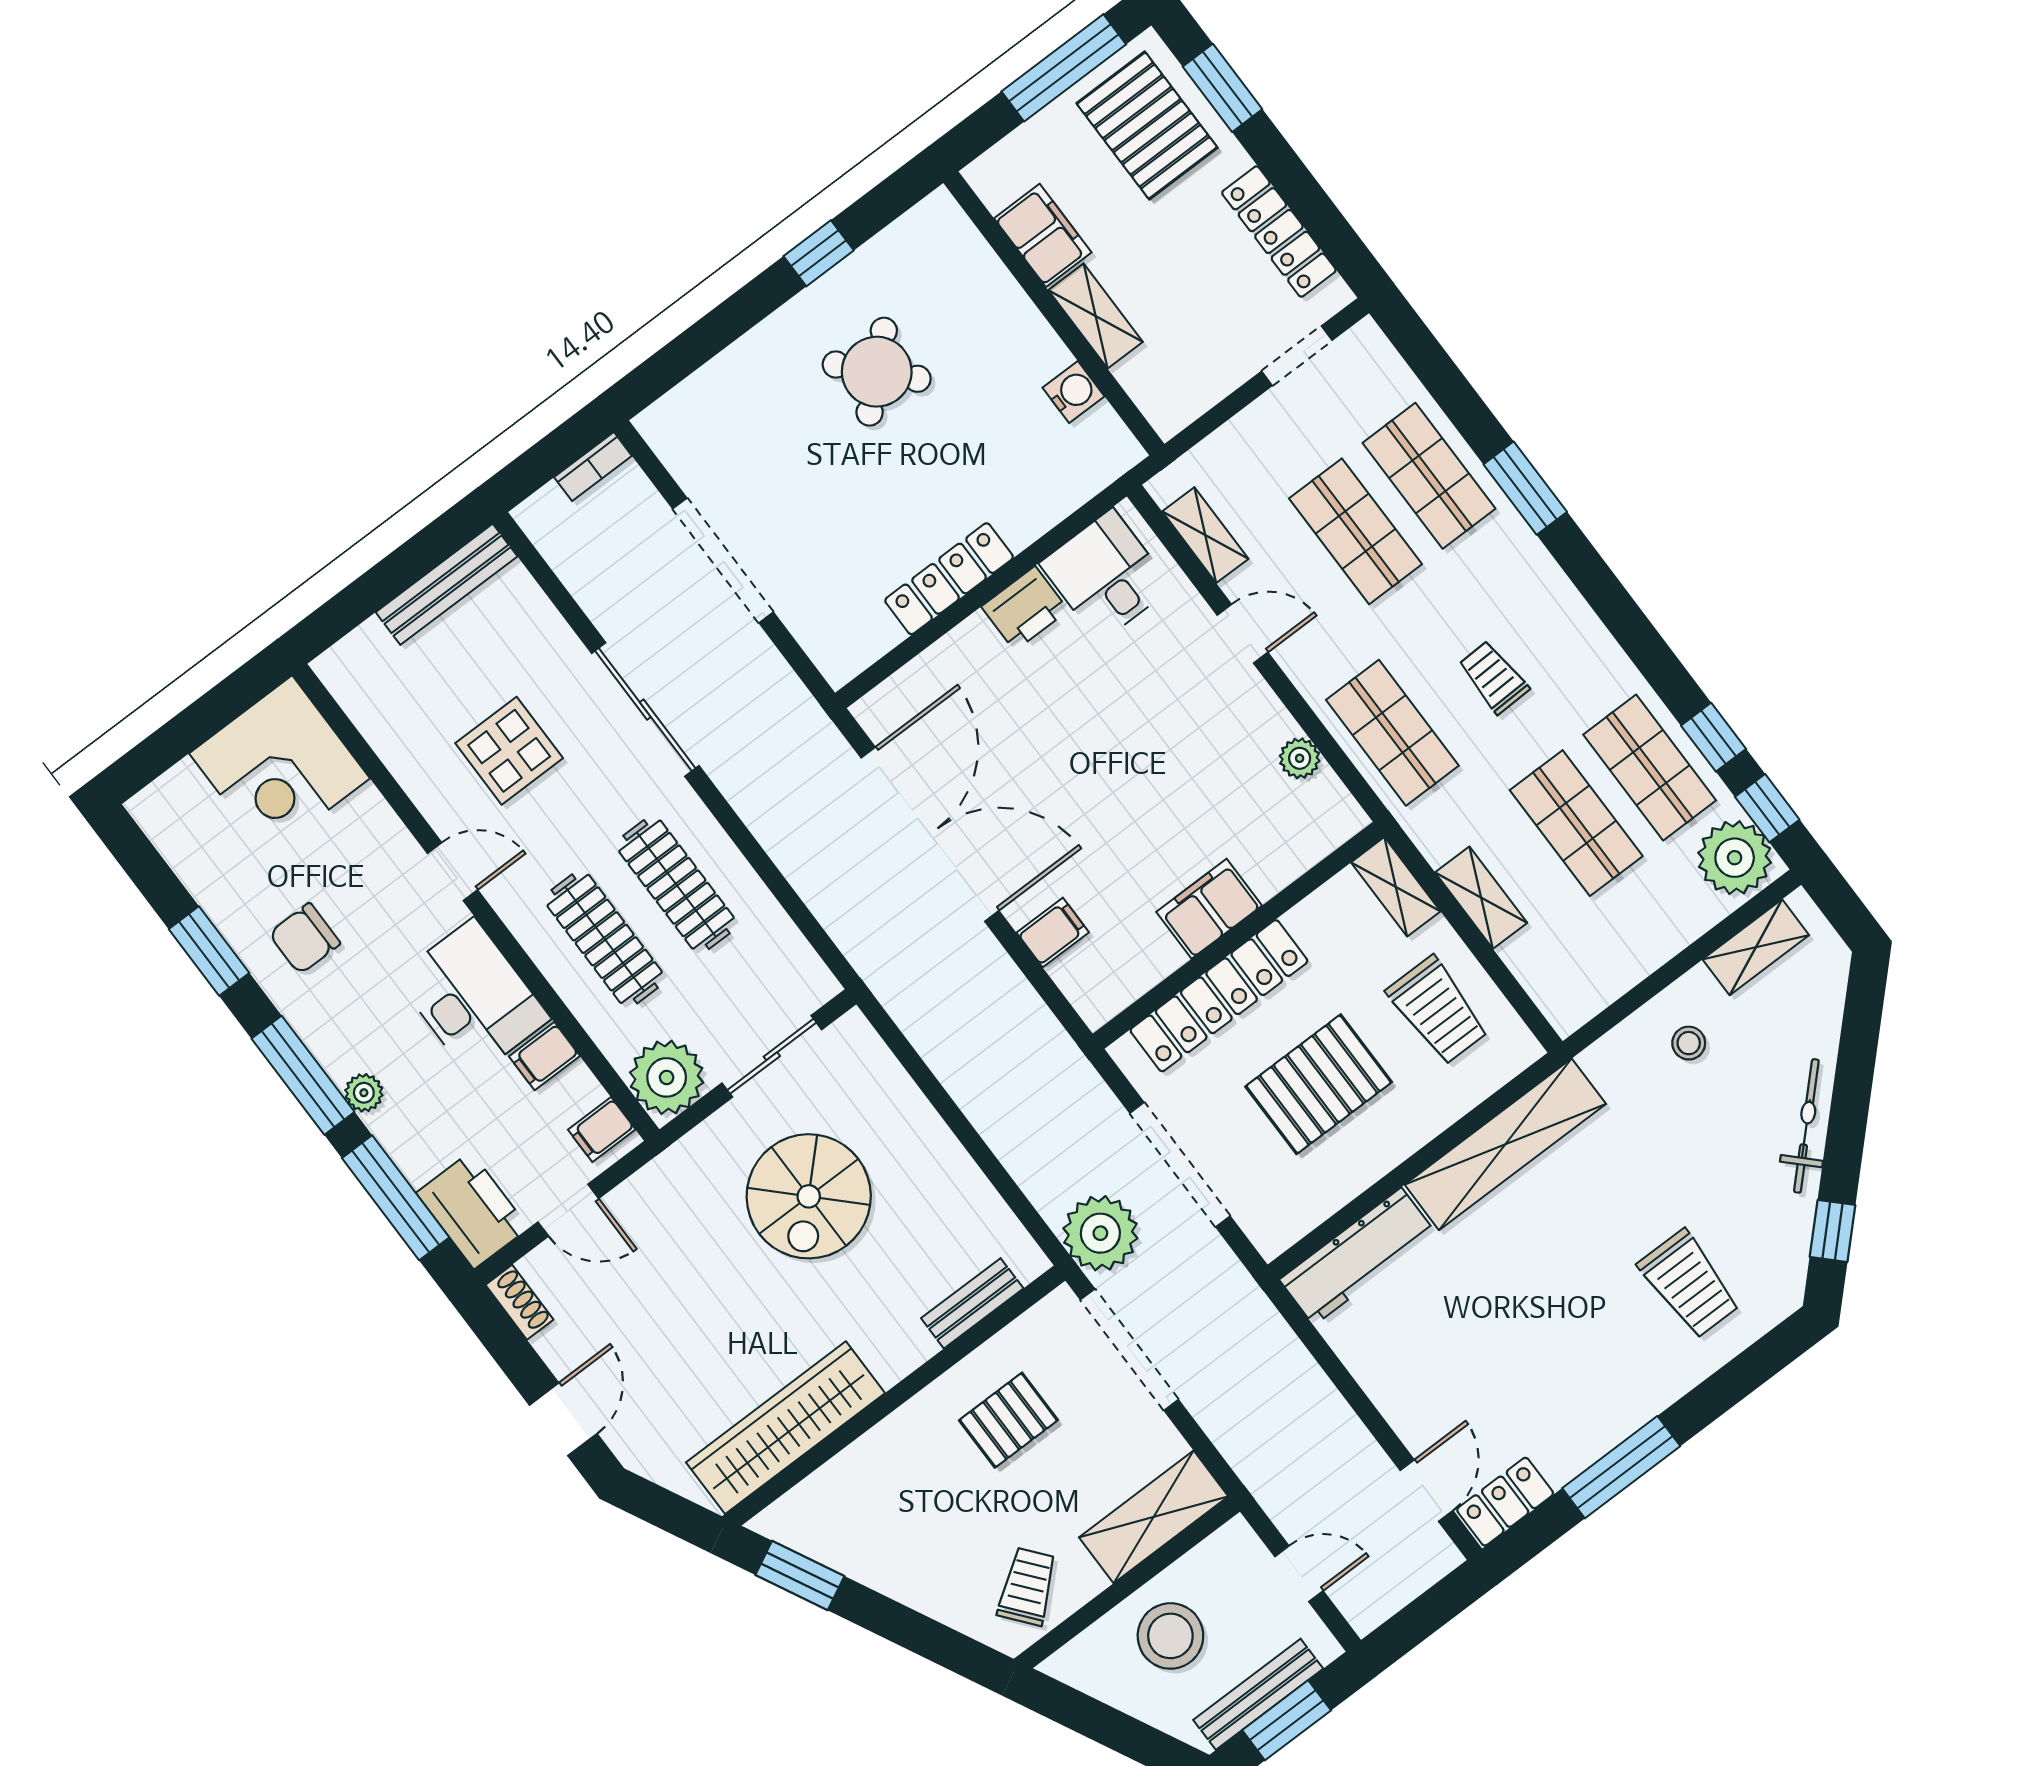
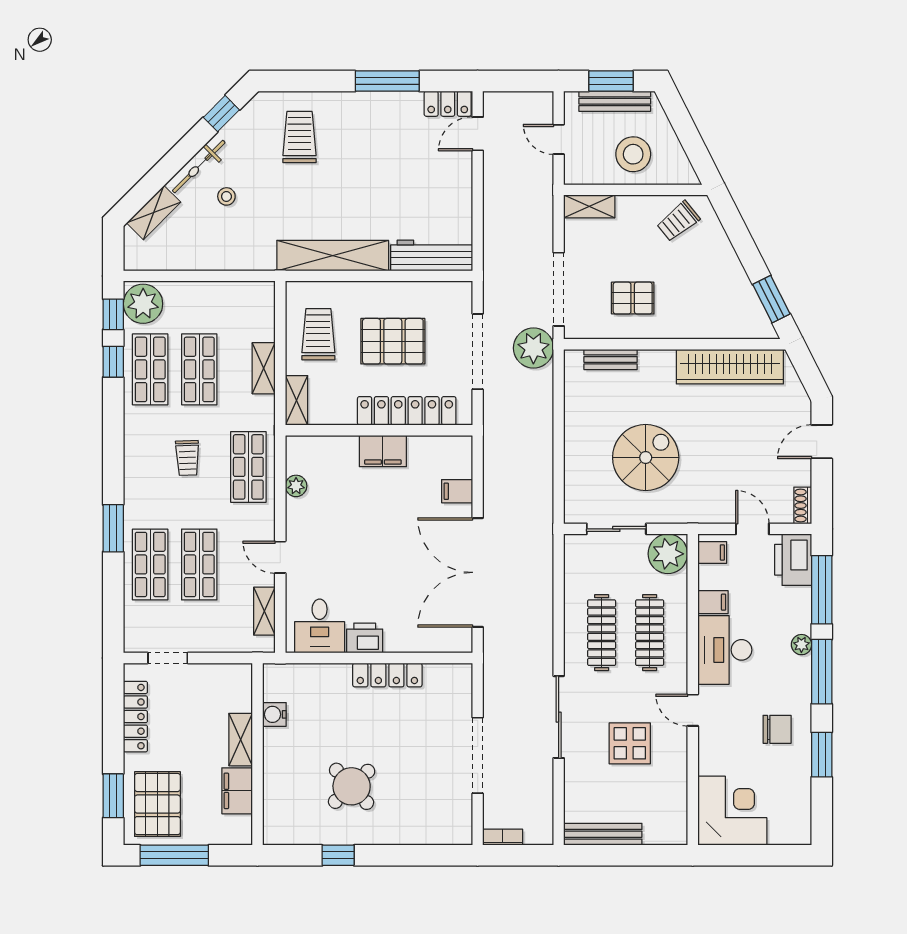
shelving: (1756, 947) -> (154, 213), moved, turned -45
stool: (1689, 1043) -> (226, 196), moved
shelving: (1154, 1517) -> (589, 206), width x0.67, depth x0.75

